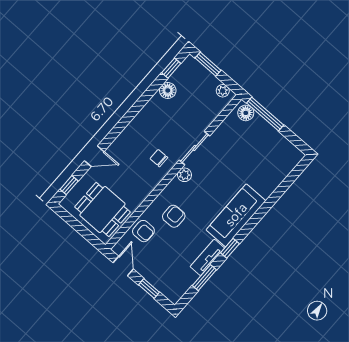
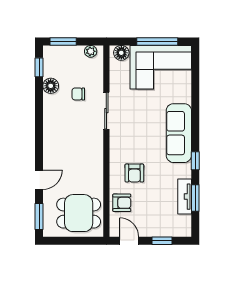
window: (265, 114) -> (157, 41), moved
corner sofa: (267, 151) -> (161, 67), added
chair: (159, 158) -> (78, 94), moved
plant: (185, 175) -> (116, 136), removed
window: (69, 185) -> (39, 217), width x1.50
armchair: (174, 216) -> (134, 173), turned 180
tv unit: (207, 257) -> (185, 197), moved

